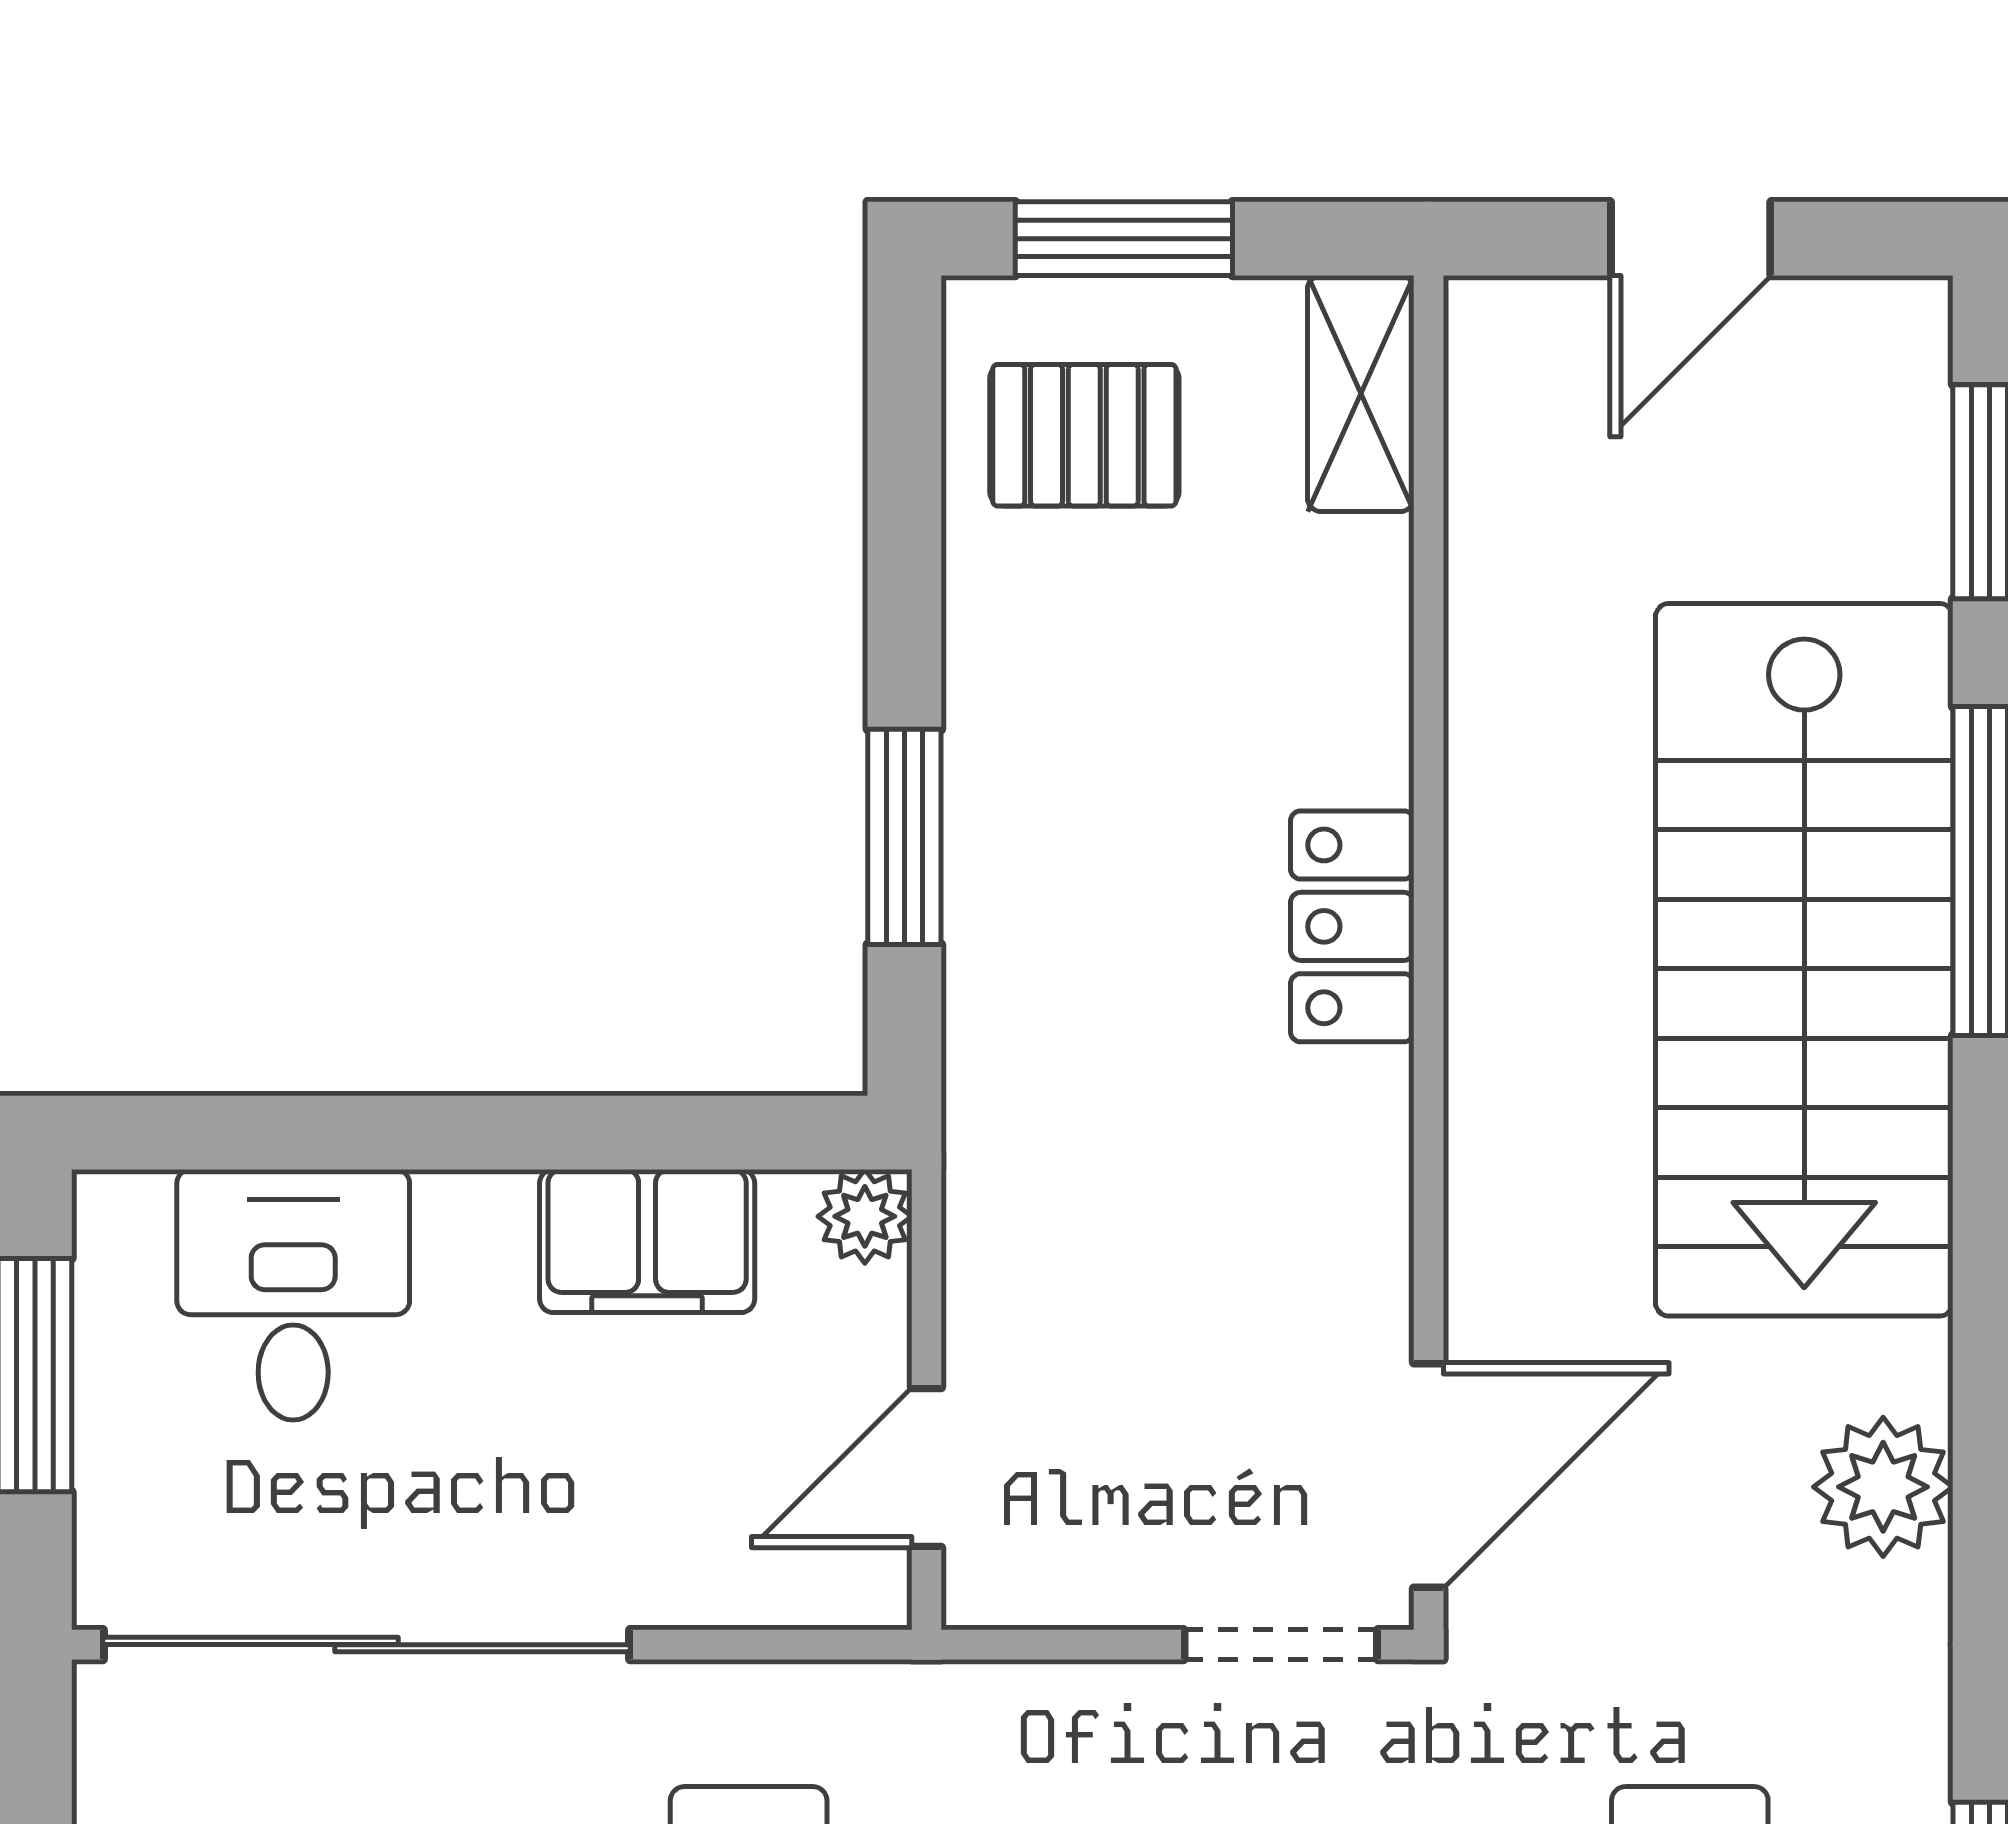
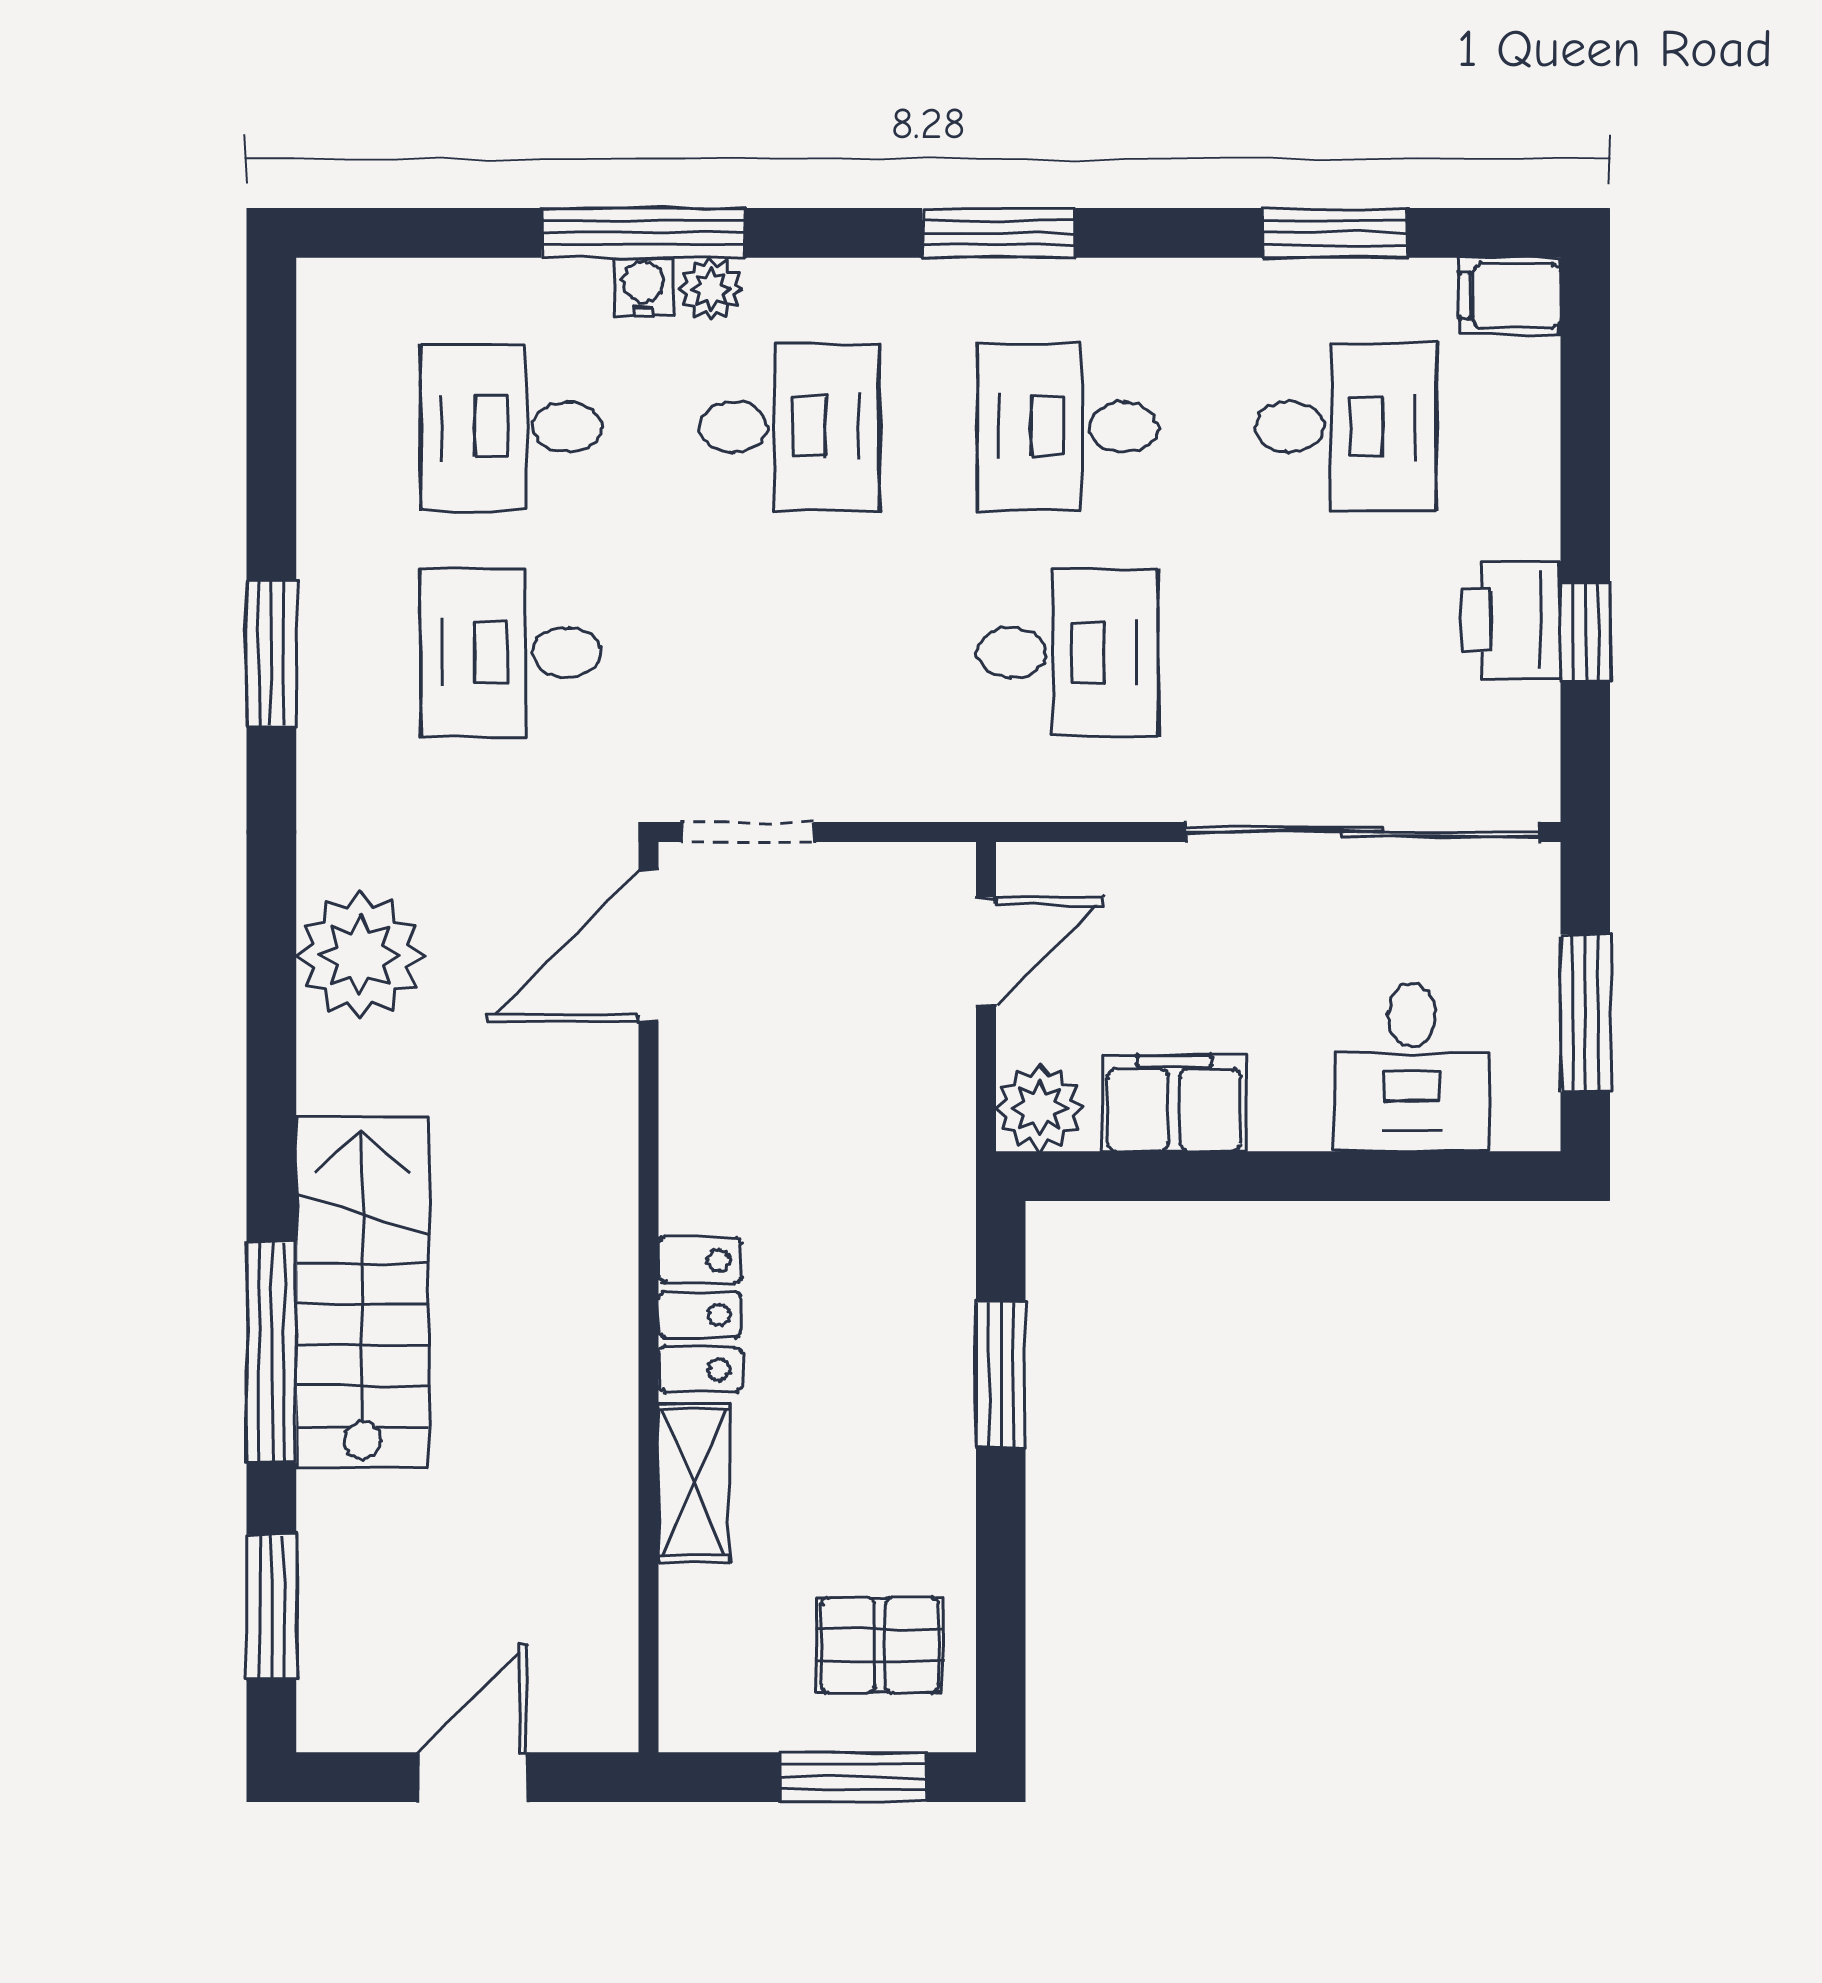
shelving: (1361, 394) -> (694, 1483), moved
stairs: (1804, 960) -> (362, 1292), width x0.73, depth x0.66
plant: (865, 1216) -> (1039, 1108), width x1.38, depth x1.38
plant: (1883, 1487) -> (360, 955), width x1.36, depth x1.36

